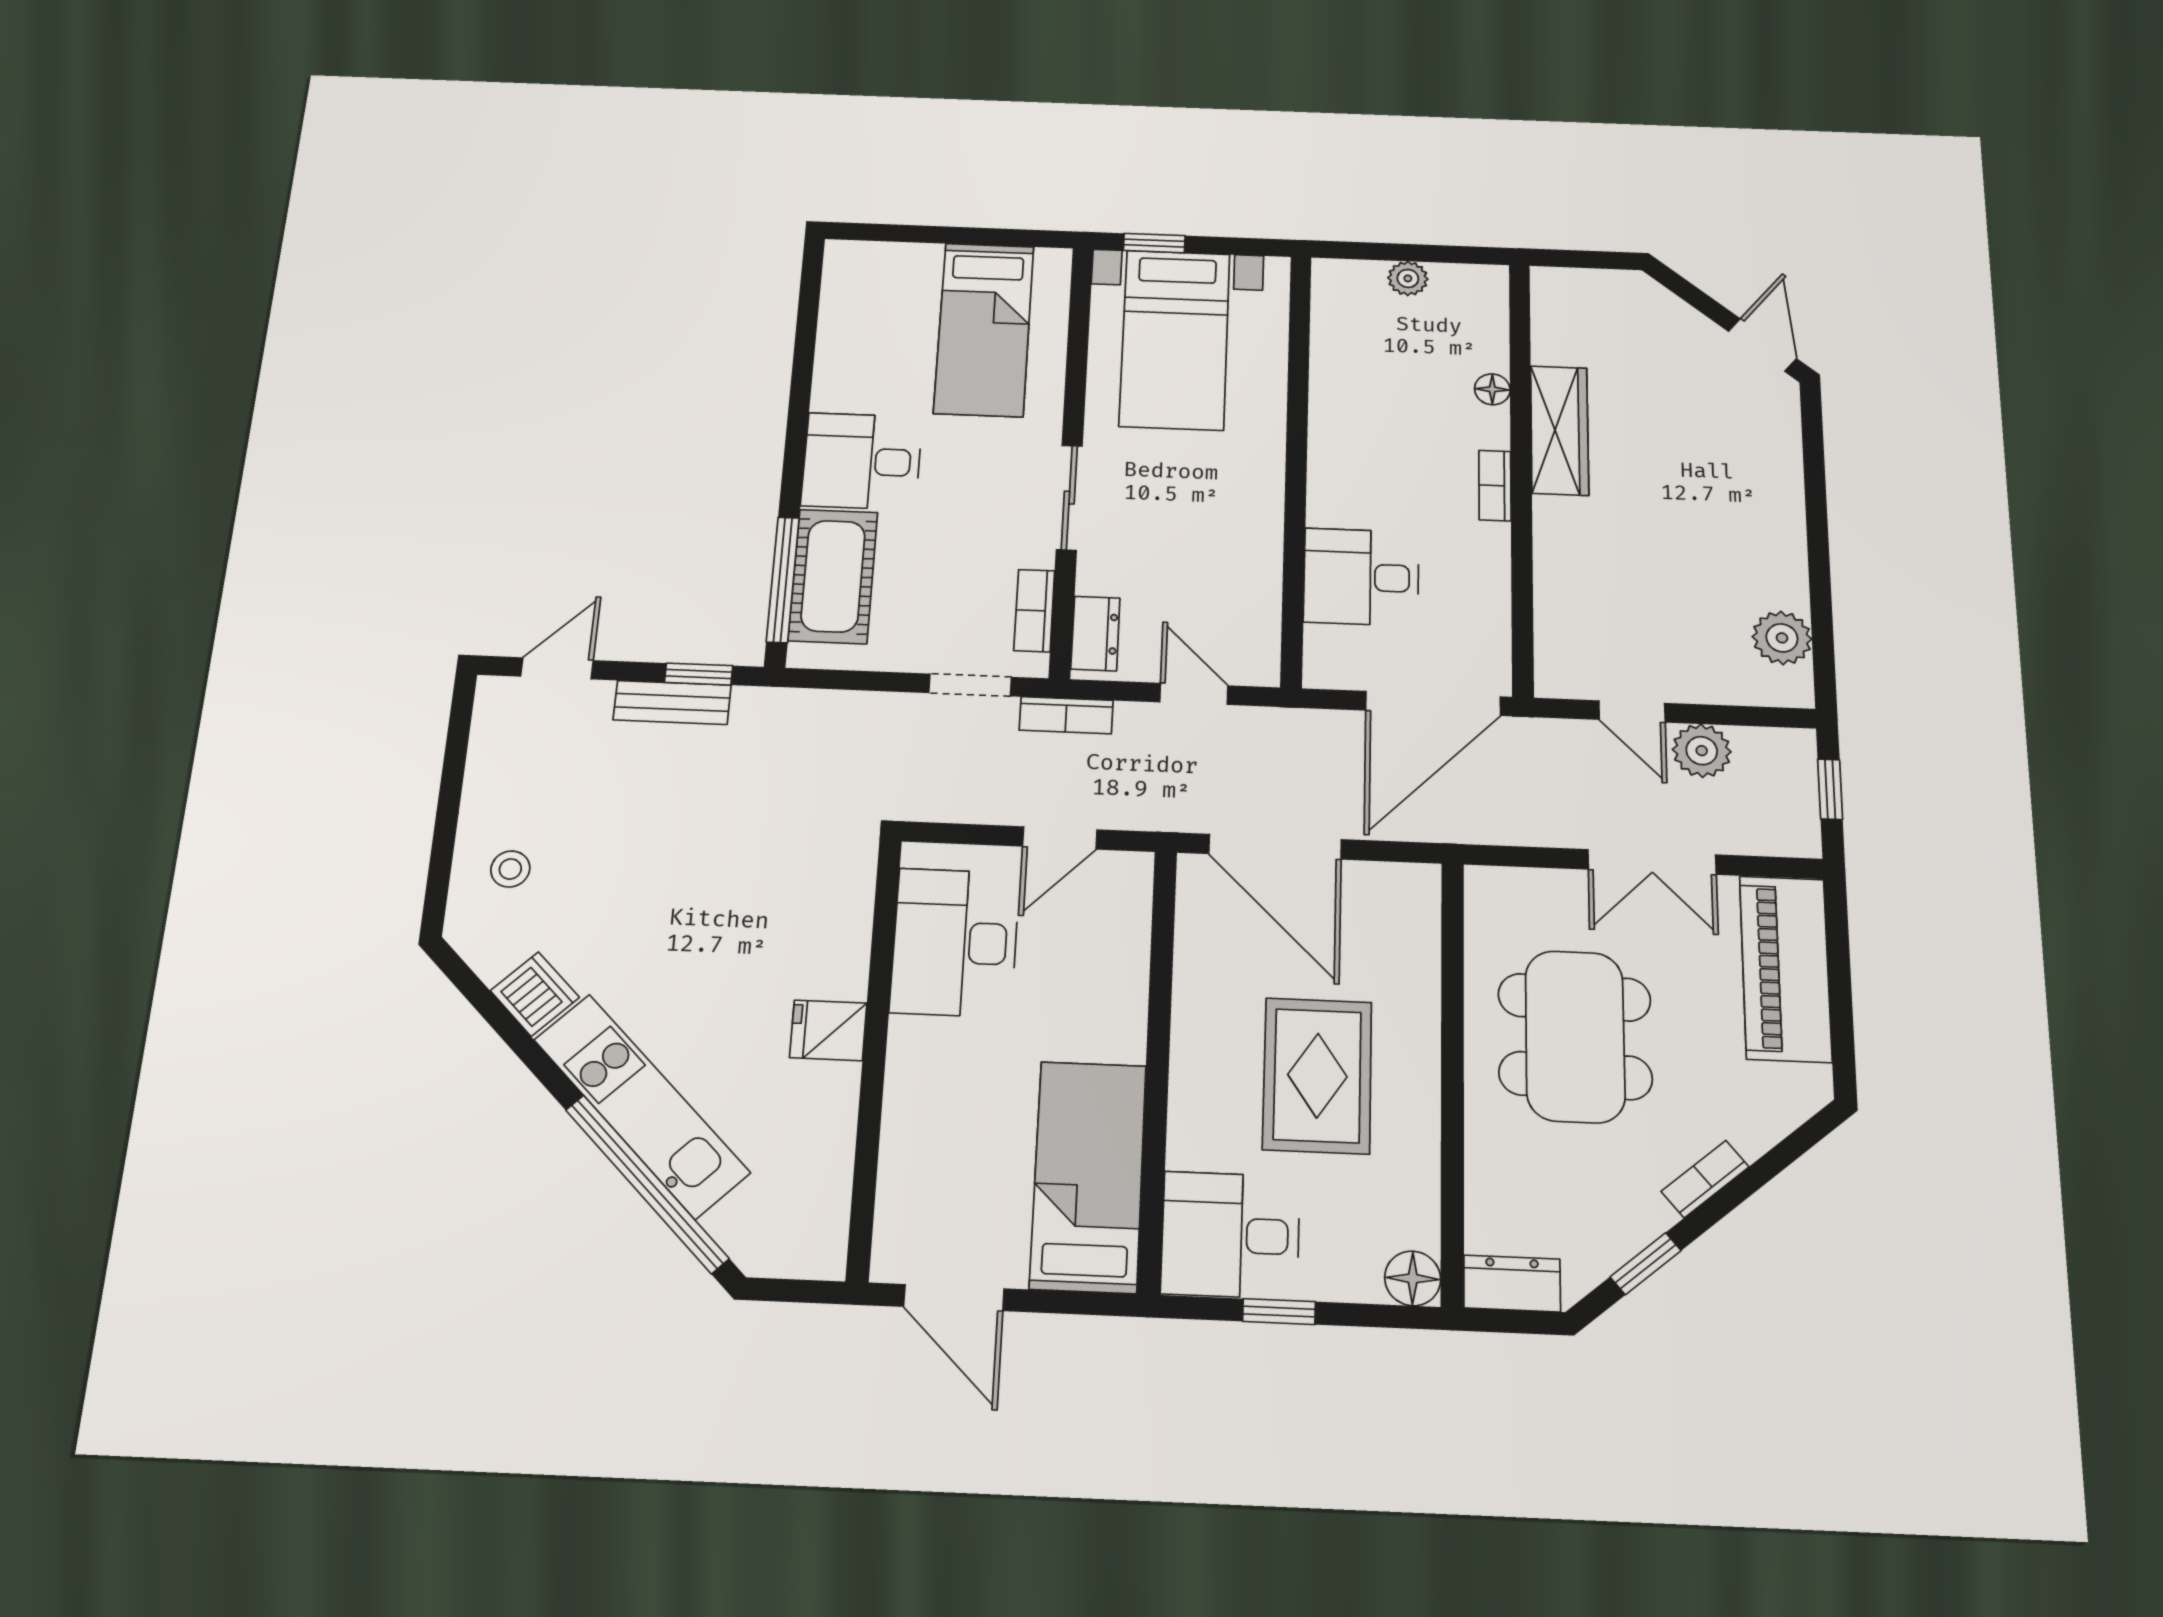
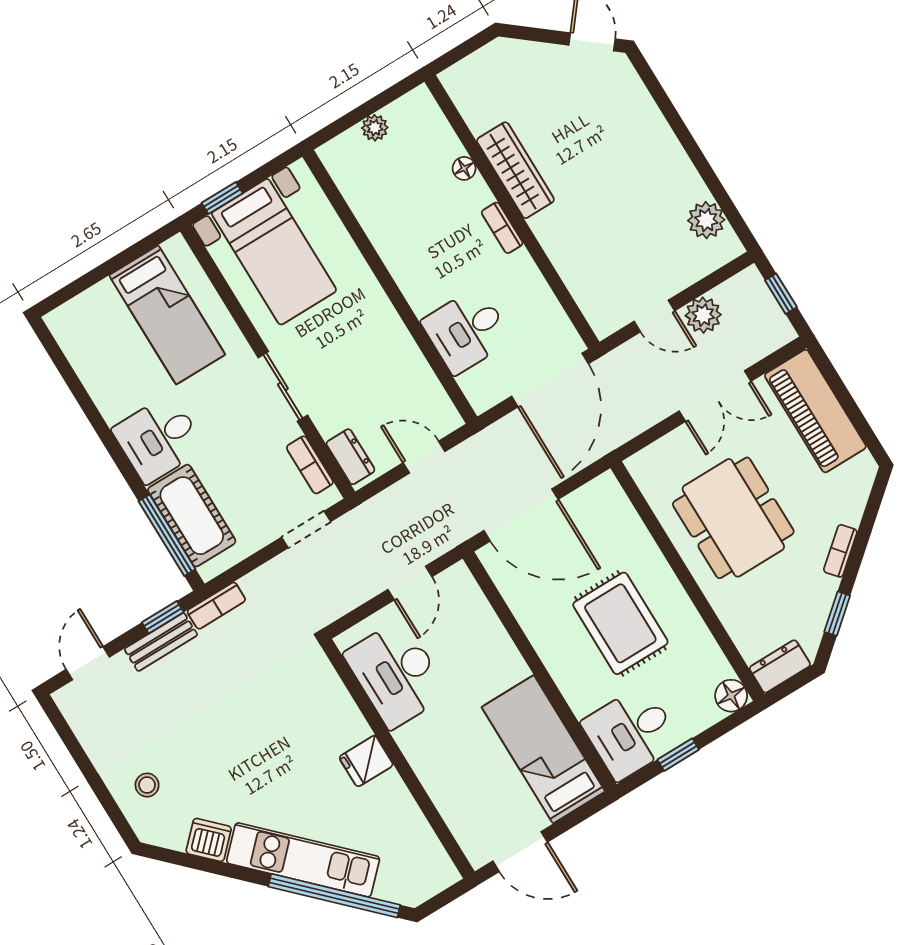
bookcase: (1066, 715) -> (216, 606), moved

